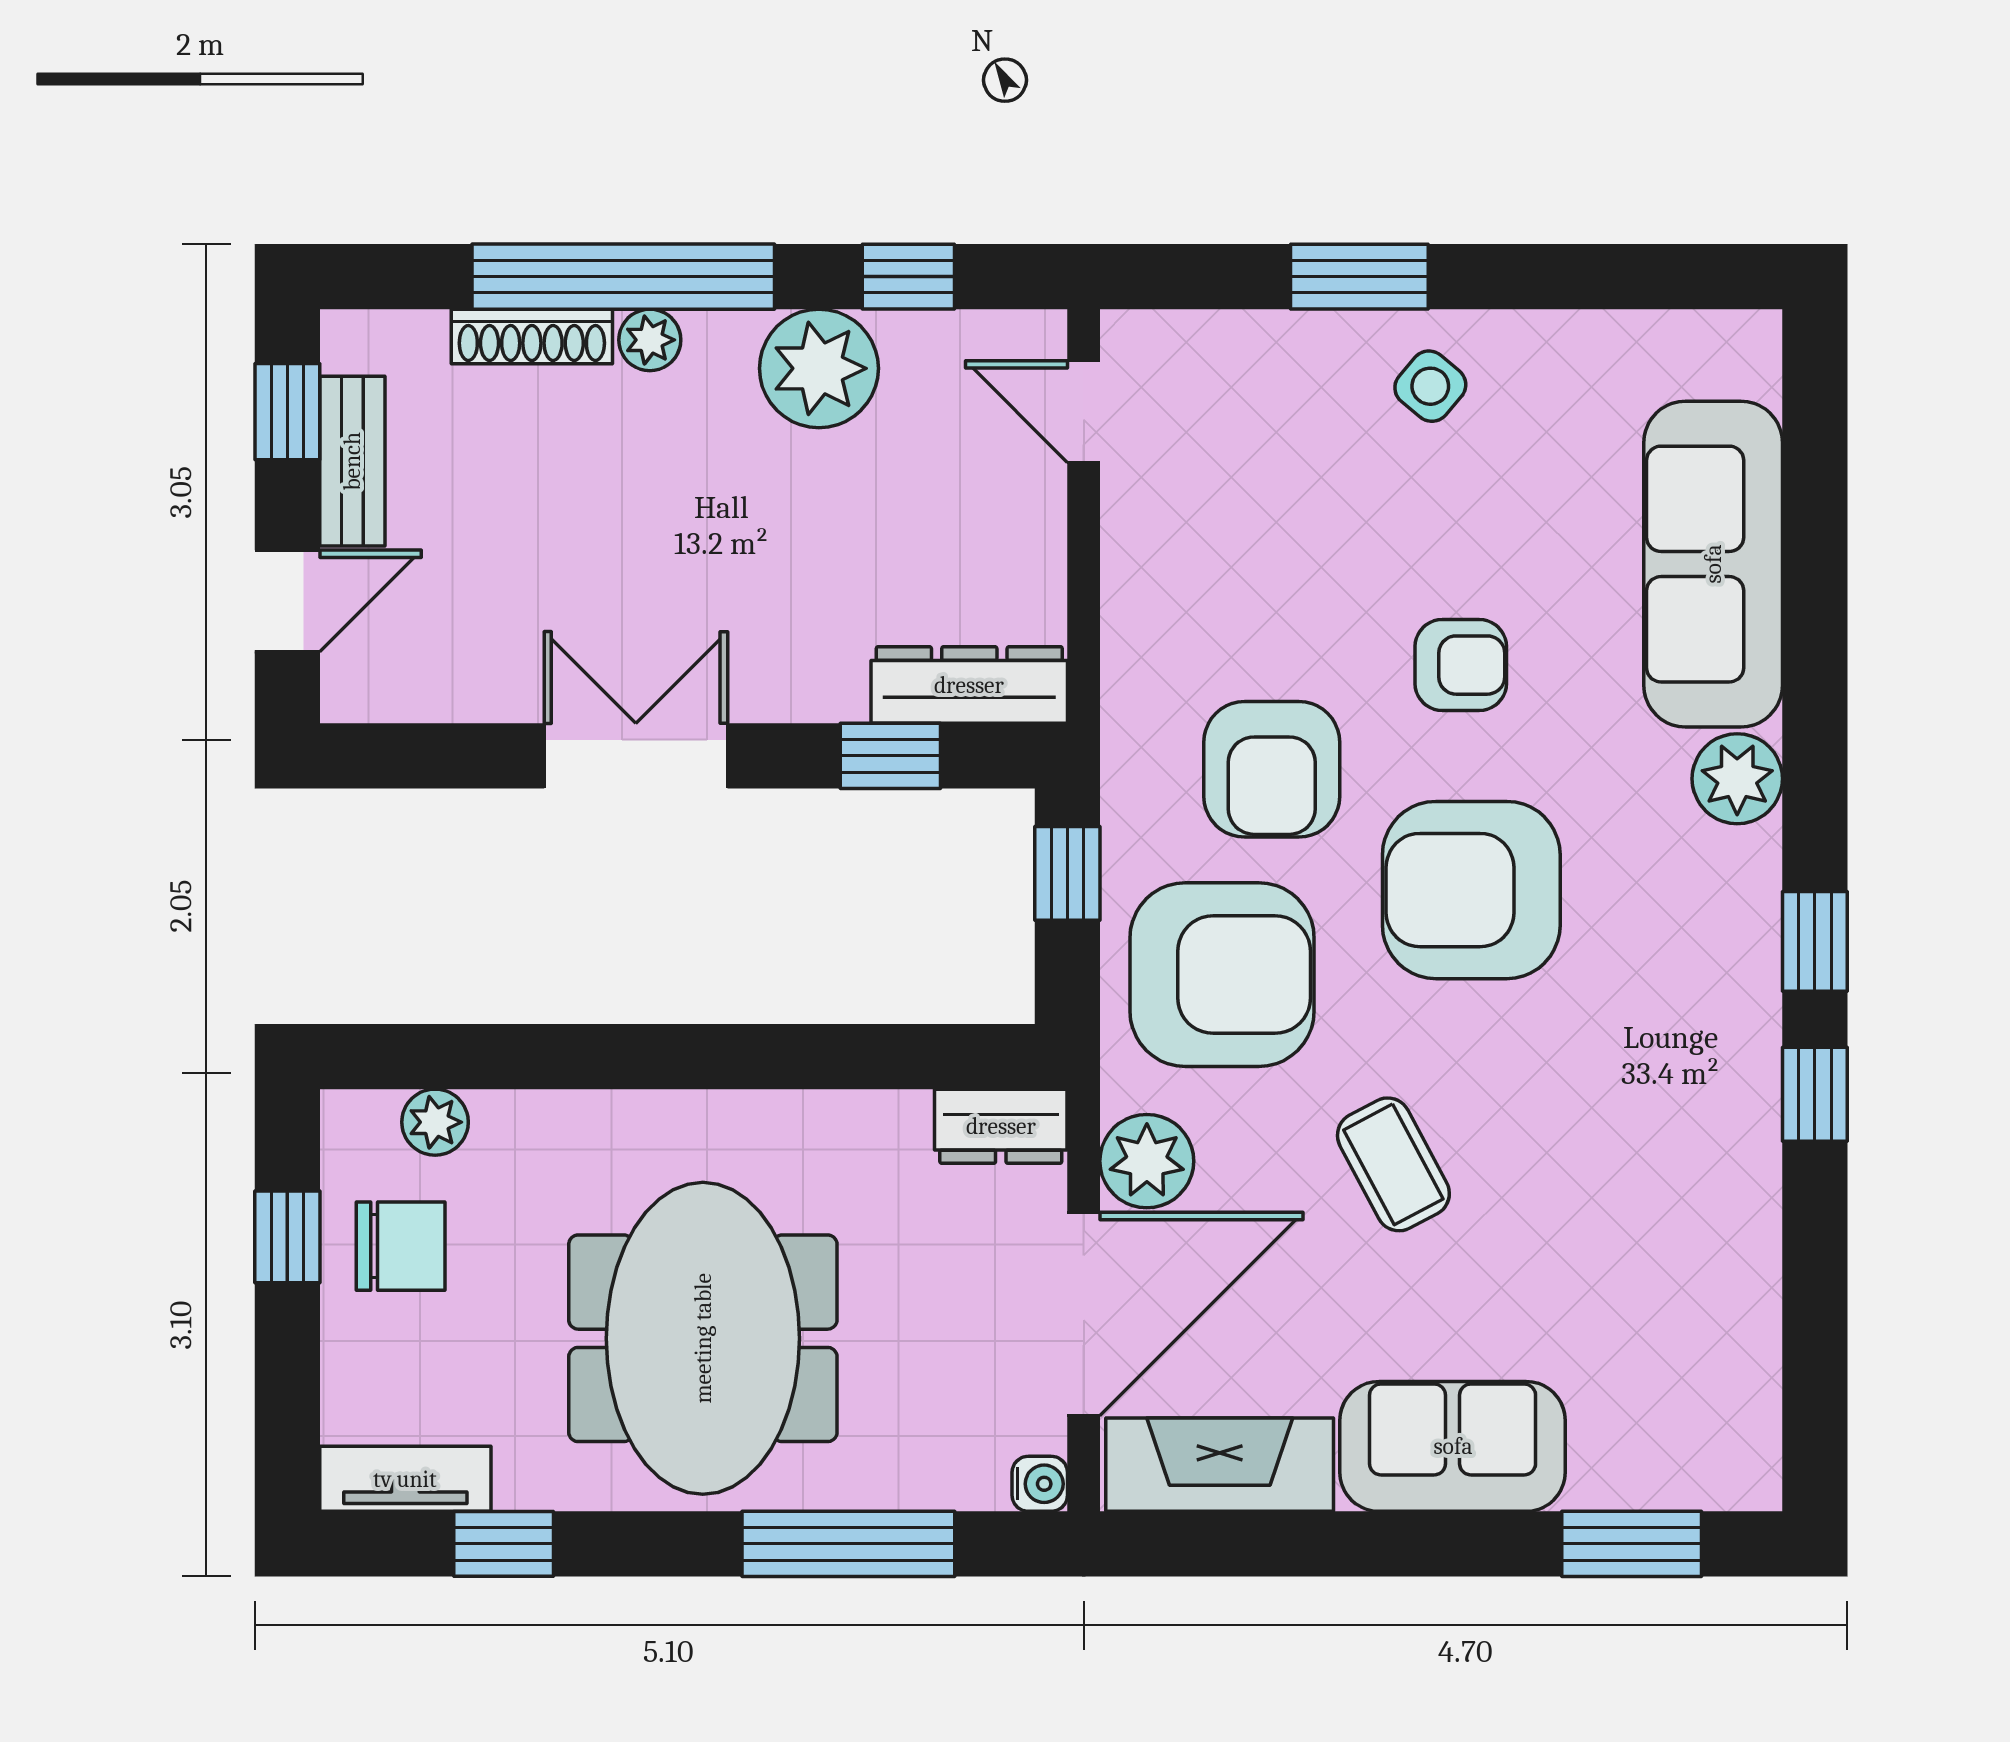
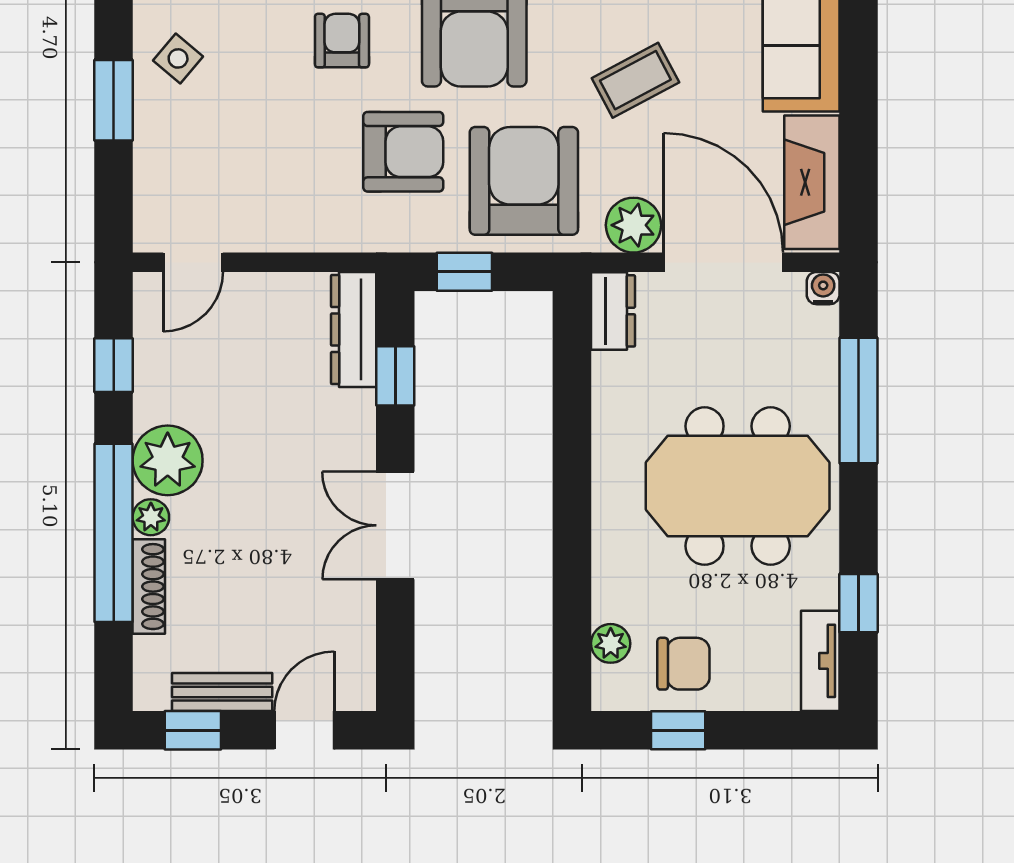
plant: (819, 368) -> (168, 460), moved
door: (287, 601) -> (304, 730), hinge flipped
chair: (401, 1246) -> (683, 664), turned 90

